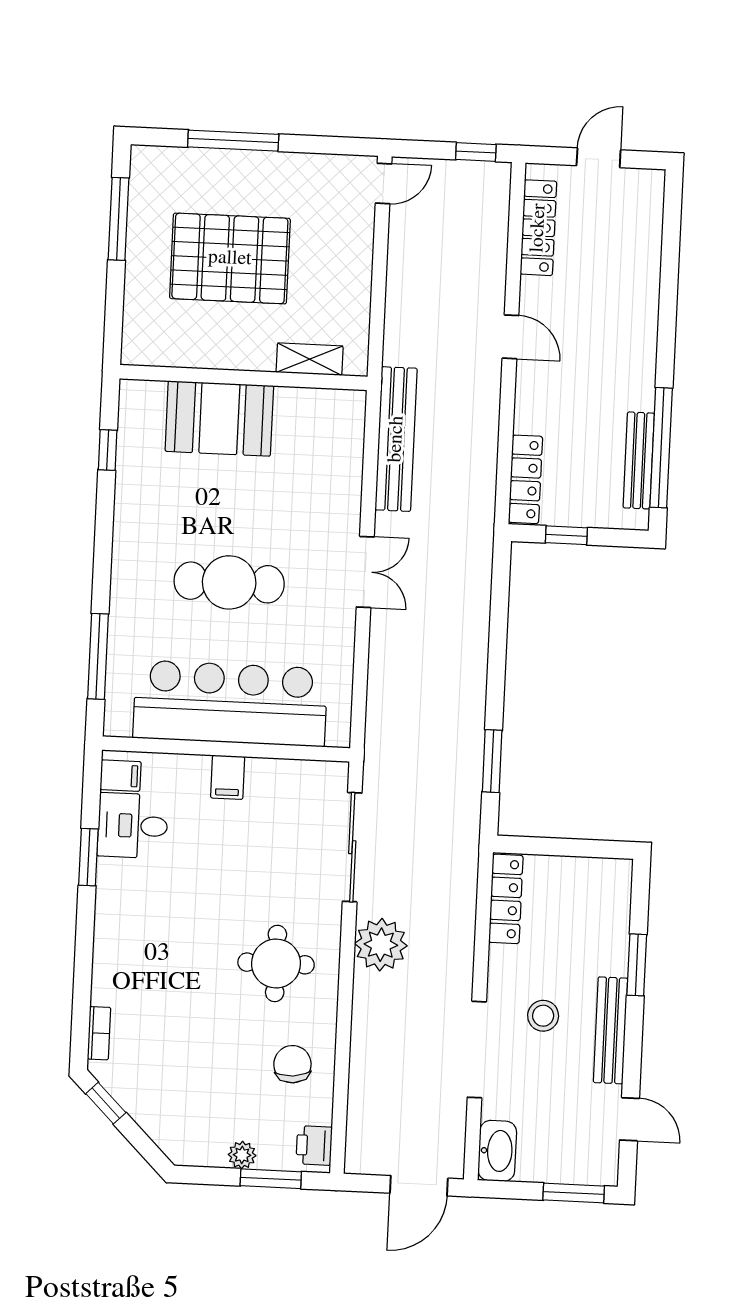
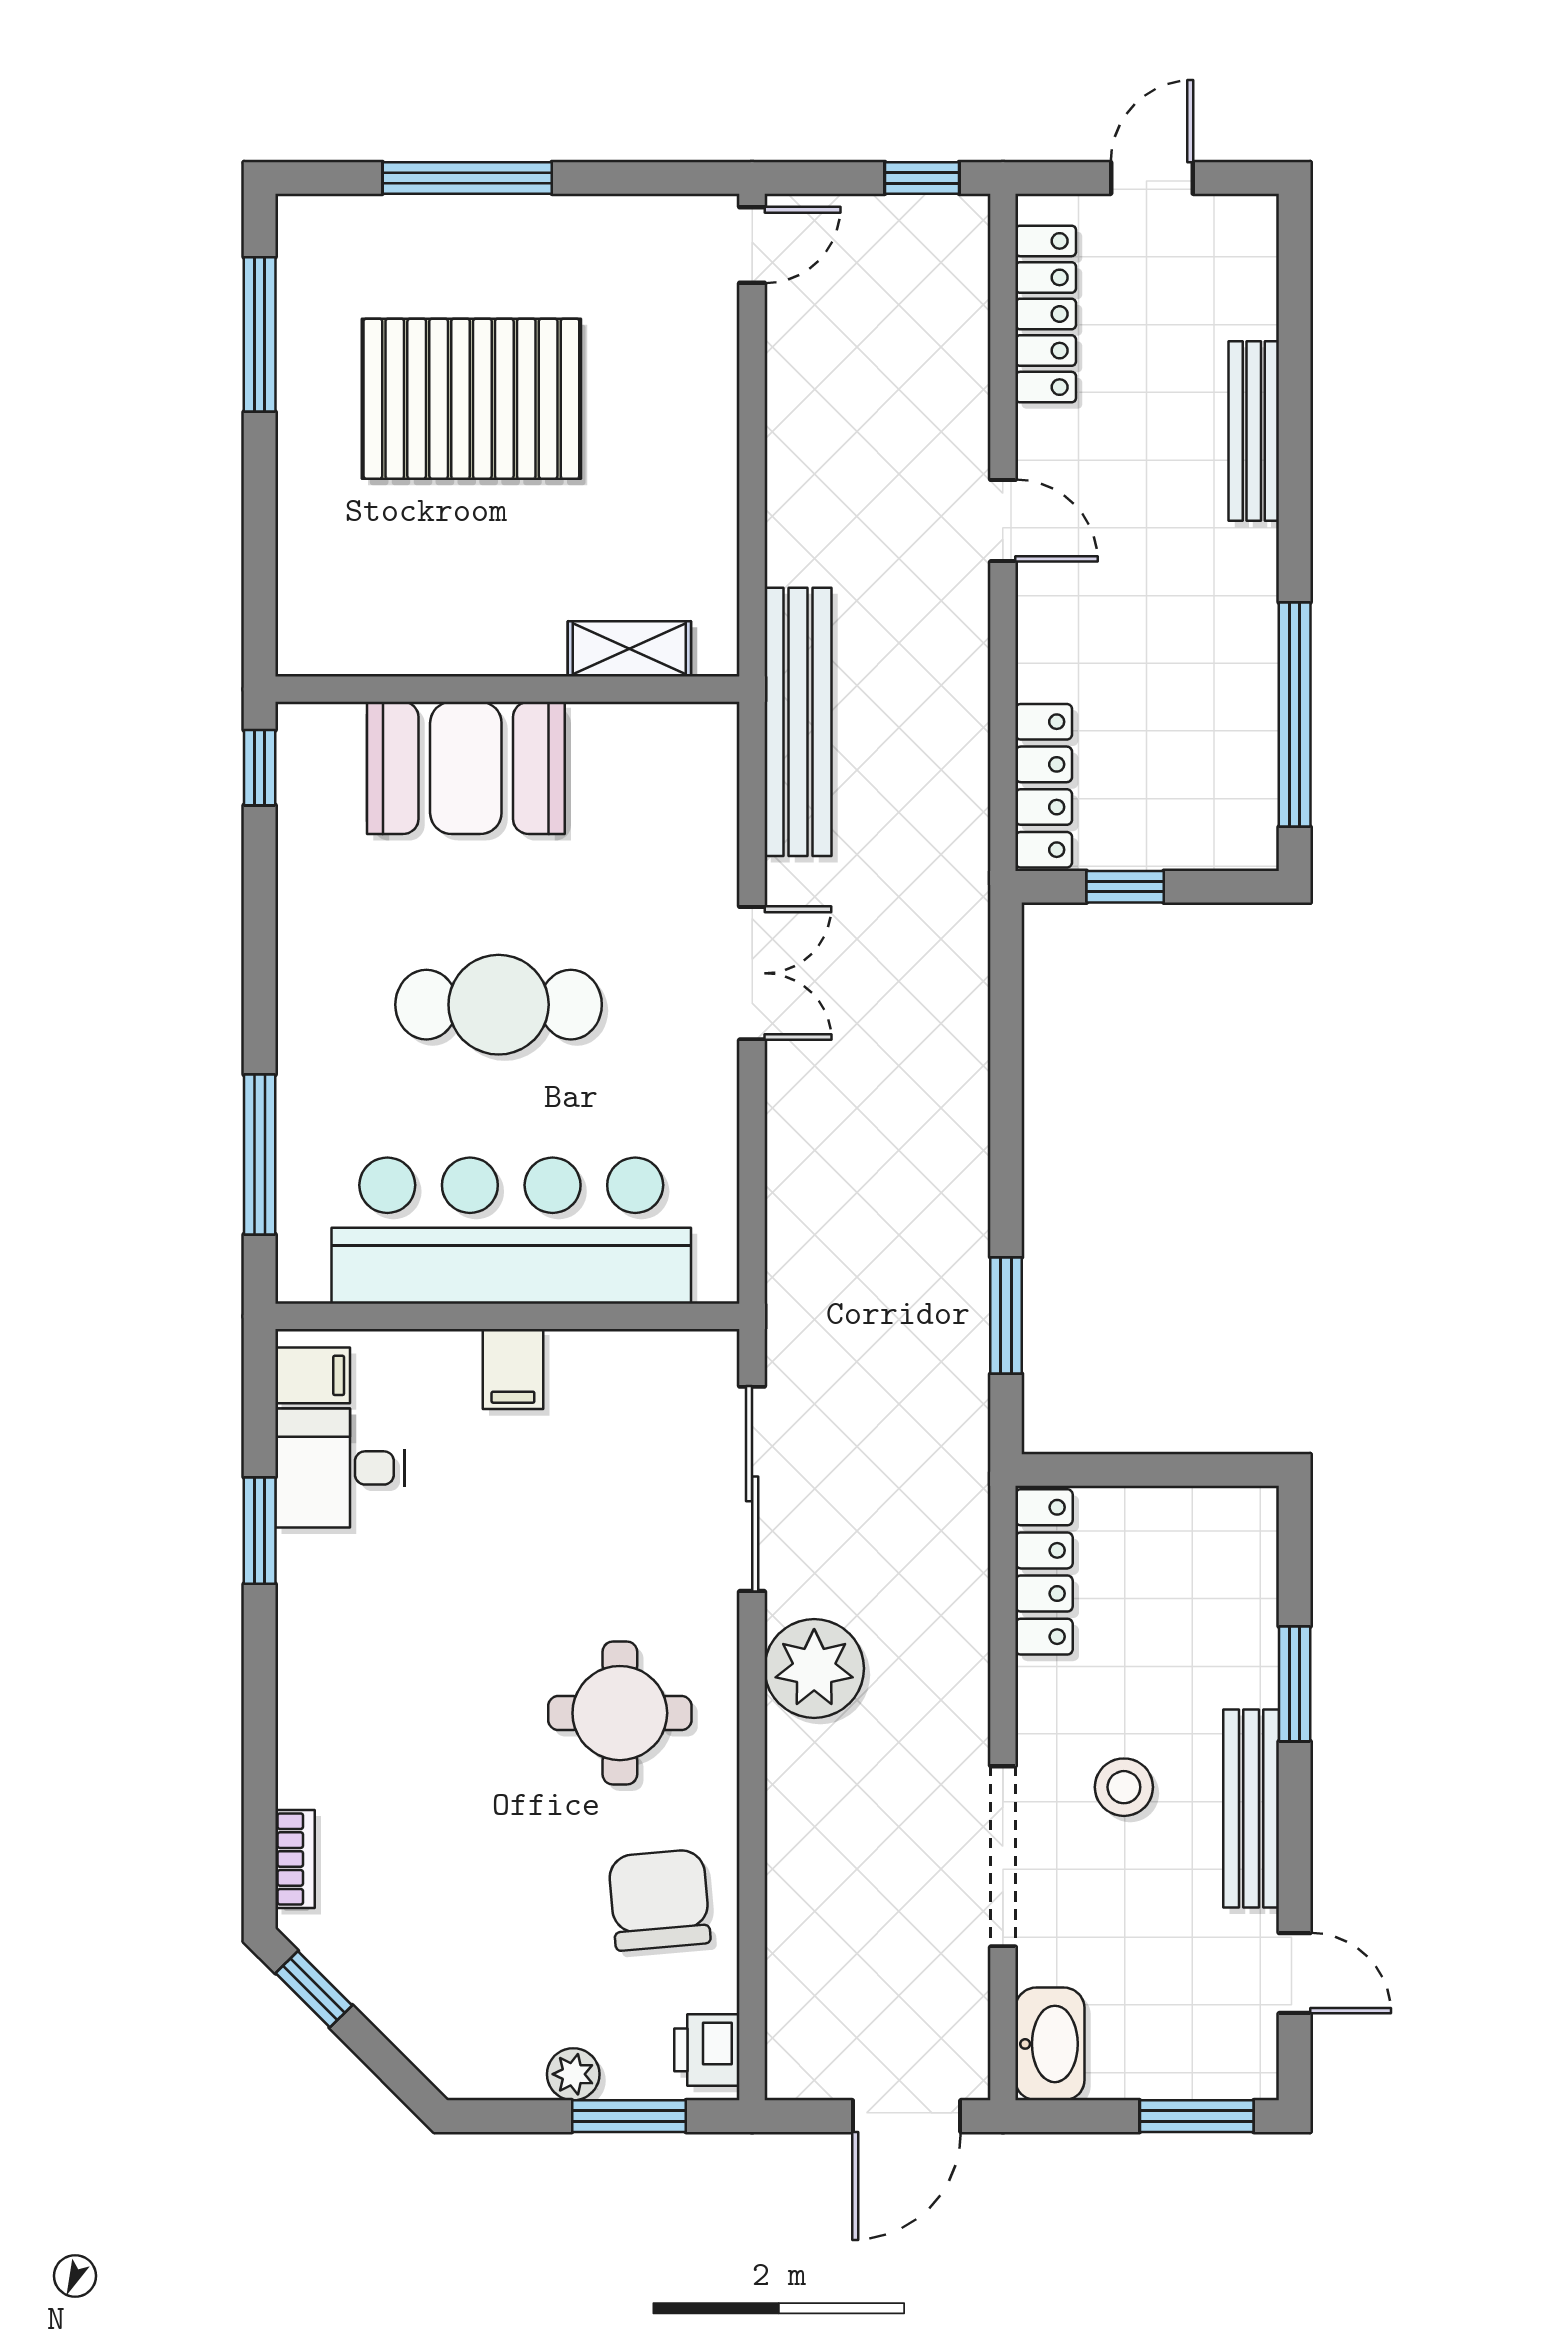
shelving: (310, 359) -> (629, 649), moved
wall: (244, 378) -> (507, 689), moved
booth: (219, 419) -> (466, 768), moved
bench: (639, 460) -> (1254, 431), moved
chair: (292, 1064) -> (659, 1900), width x1.37, depth x1.37

